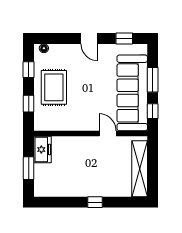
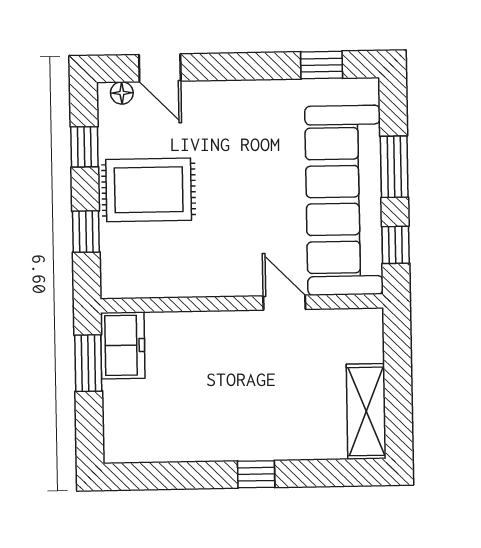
door: (89, 38) -> (160, 68), moved
rug: (54, 87) -> (149, 190), turned 90
window: (29, 168) -> (88, 363), moved
shelving: (140, 169) -> (366, 411), width x0.68

